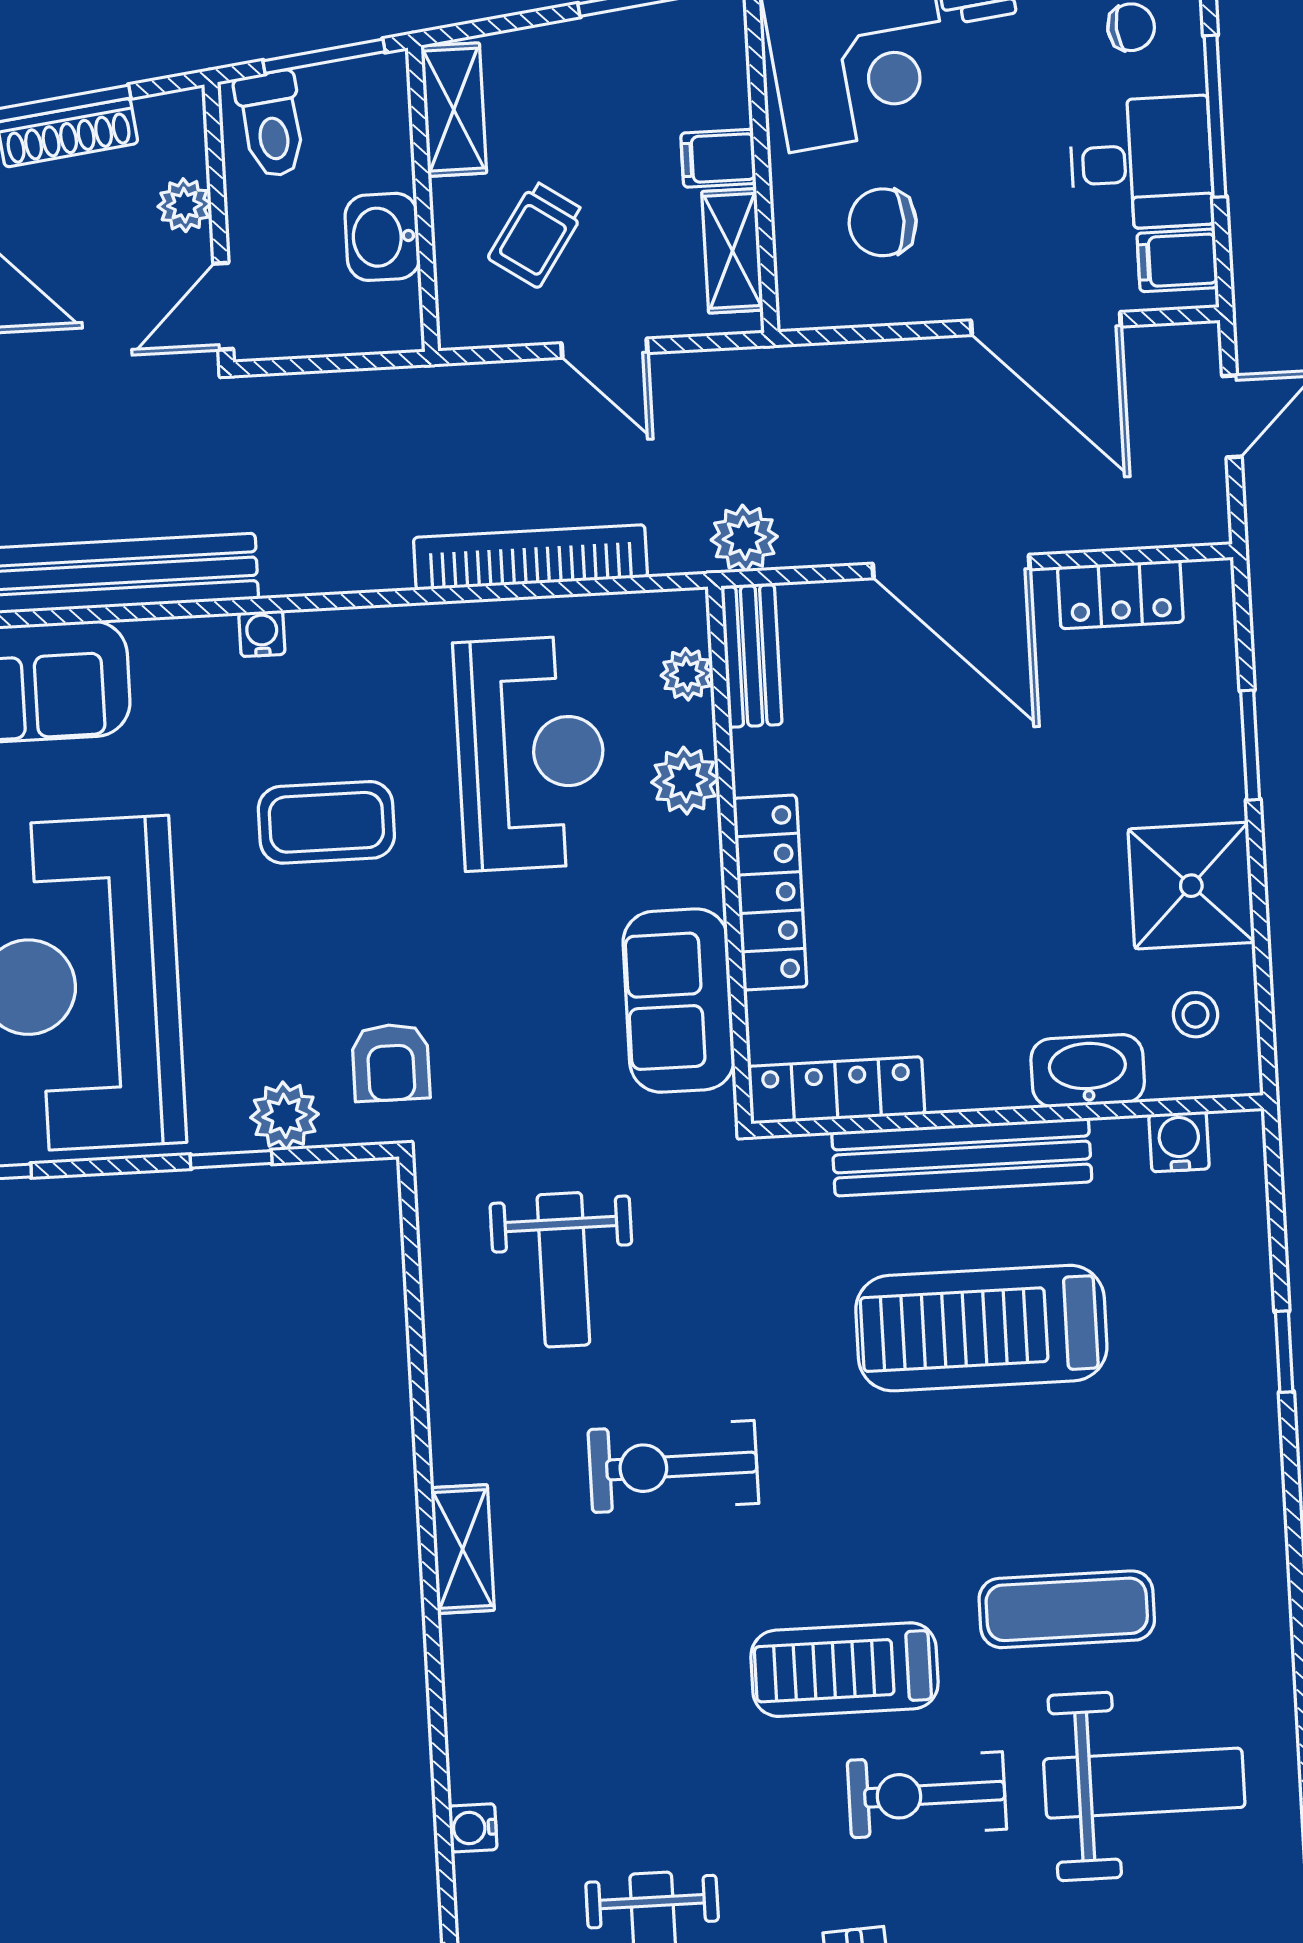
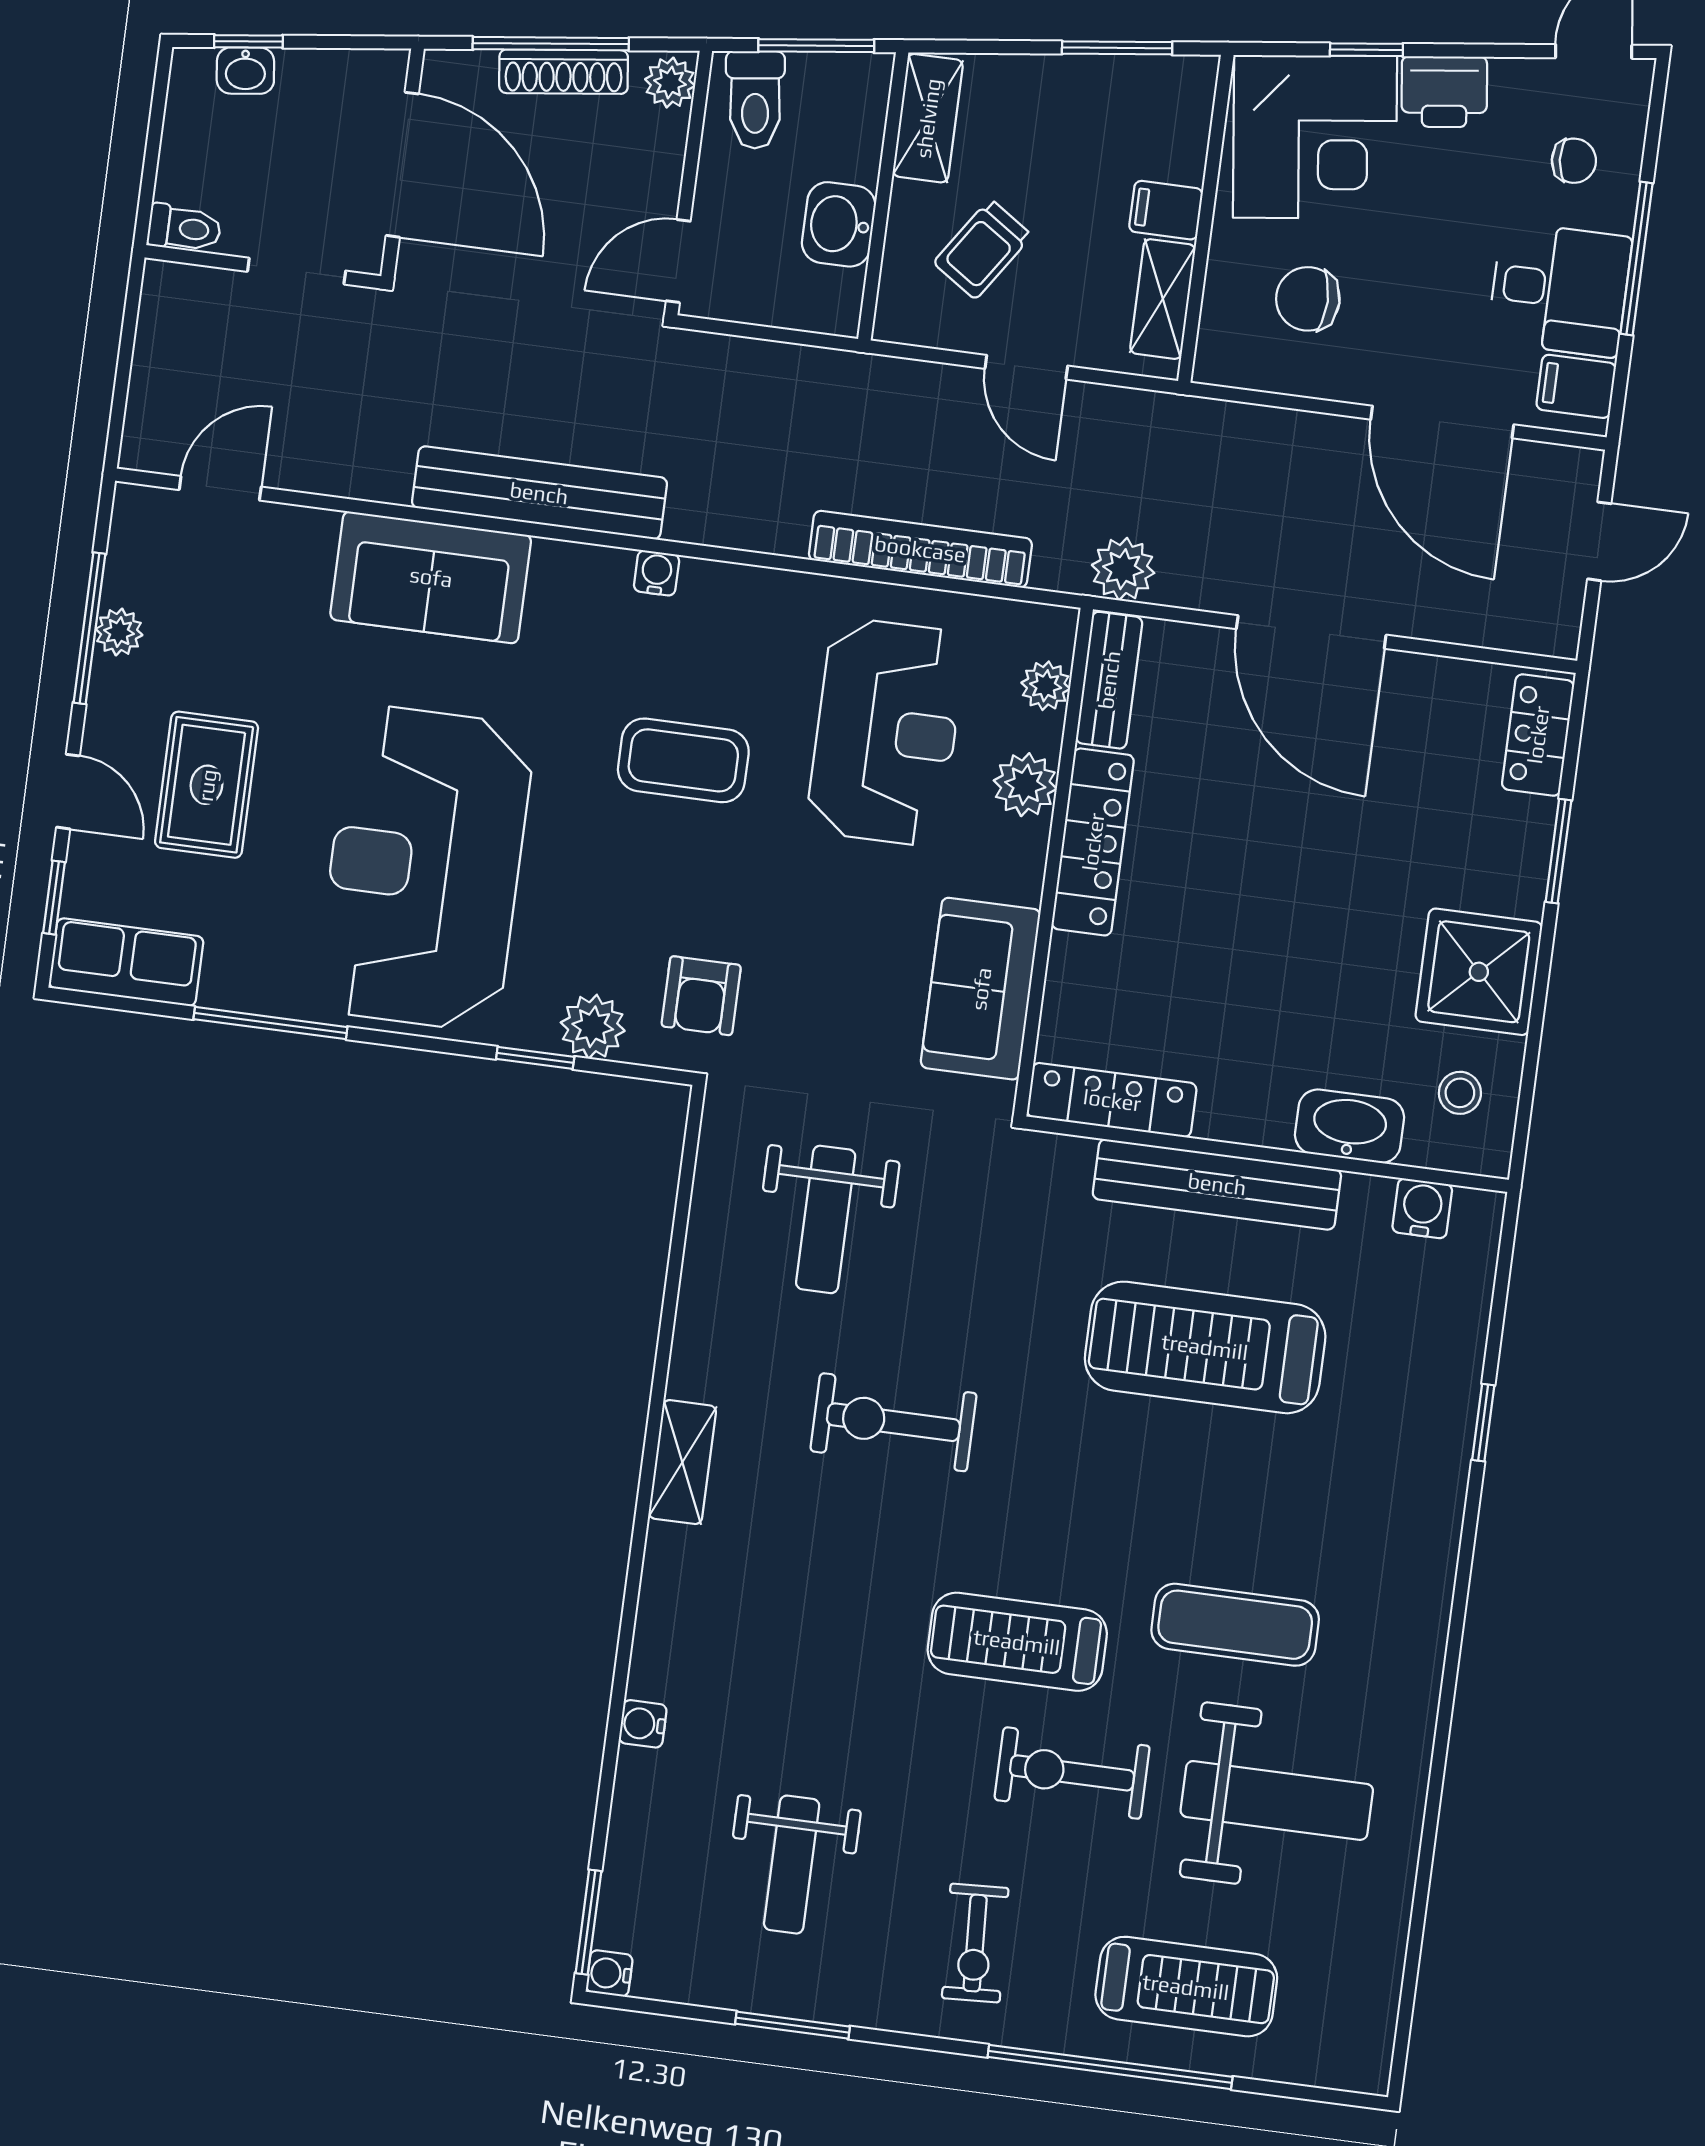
plant: (185, 205) -> (670, 83), moved
locker: (1120, 595) -> (1538, 735), moved, turned 90
locker: (770, 893) -> (1093, 842), moved

